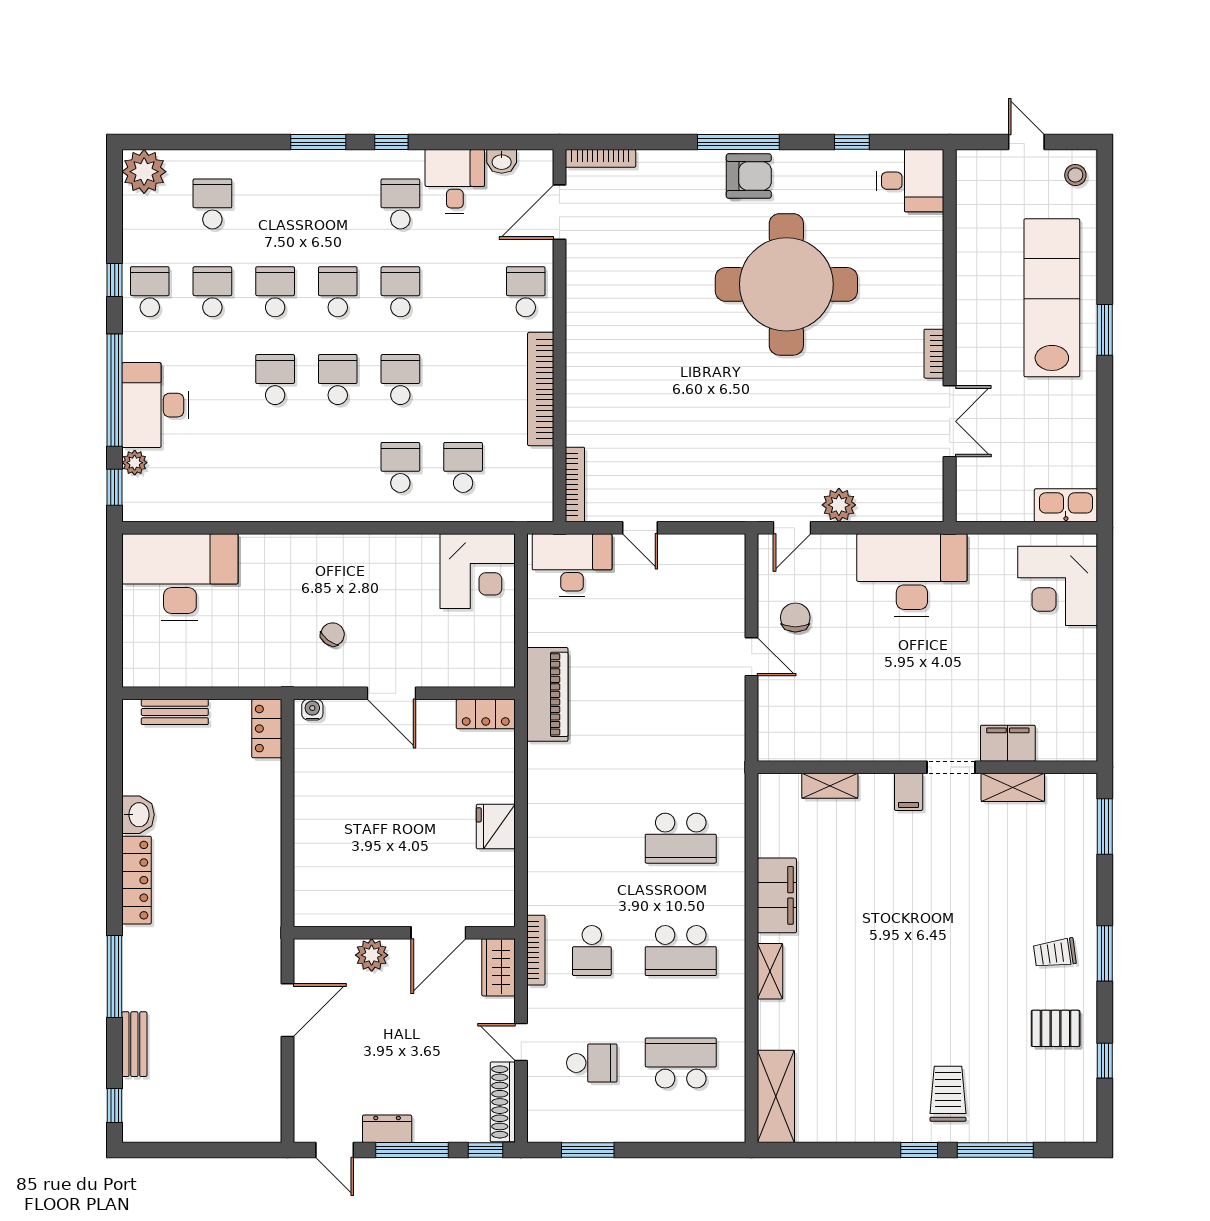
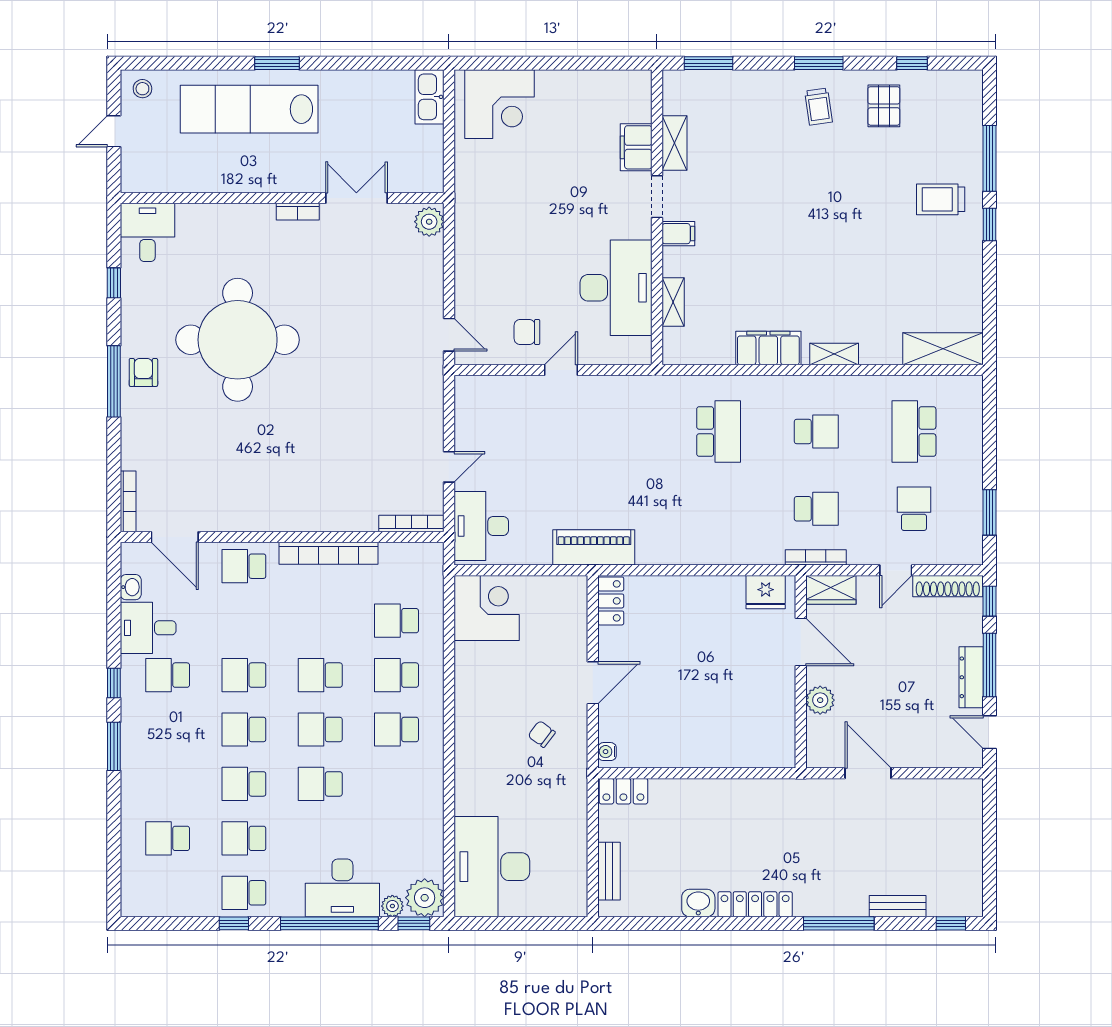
plant: (144, 172) -> (425, 898), moved
armchair: (749, 176) -> (143, 372), width x0.72, depth x0.72
school desk: (338, 467) -> (397, 729), added
plant: (839, 505) -> (429, 222), moved
desk: (912, 575) -> (616, 288), moved, turned 180
fridge: (496, 827) -> (766, 592), moved
school desk: (681, 951) -> (816, 431), width x0.54
dresser: (387, 1129) -> (971, 677), width x1.44
door: (335, 1150) -> (990, 732), swing flipped

